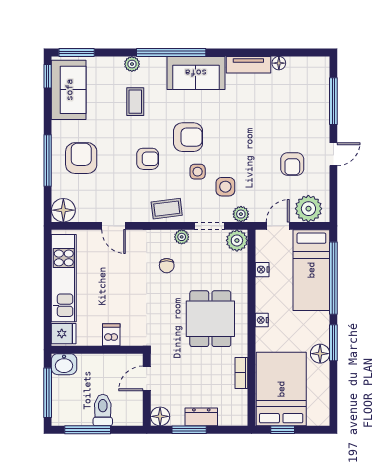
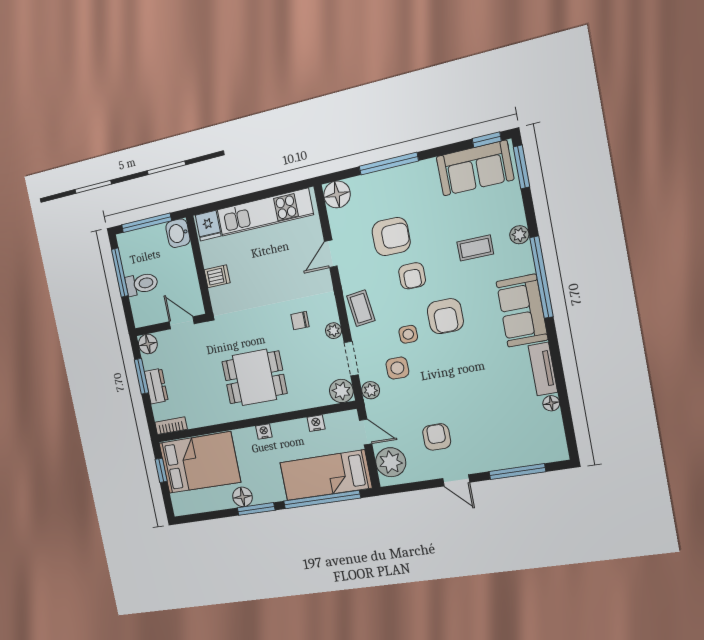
armchair: (81, 158) -> (391, 237), moved
armchair: (292, 164) -> (437, 437), turned 90
bookcase: (241, 373) -> (171, 426), moved

